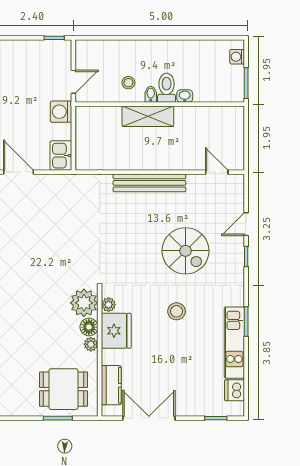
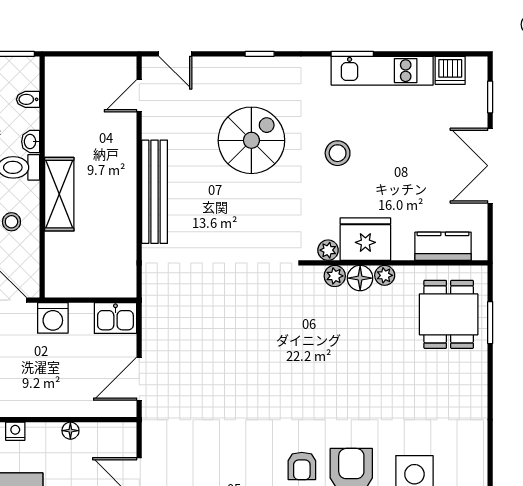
bidet: (151, 94) -> (28, 99), moved
door: (246, 224) -> (175, 54), moved
plant: (84, 303) -> (335, 276), width x0.53, depth x0.53
double door: (149, 418) -> (490, 166), moved

